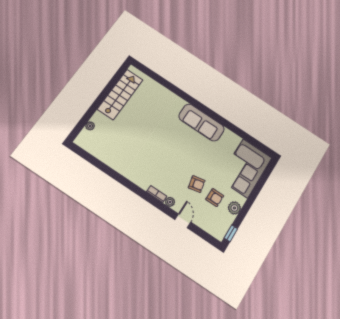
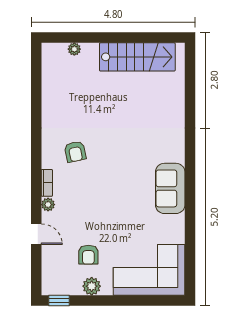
sofa: (201, 122) -> (170, 188), width x0.73
armchair: (197, 184) -> (75, 152), moved
door: (183, 221) -> (36, 234), hinge flipped

